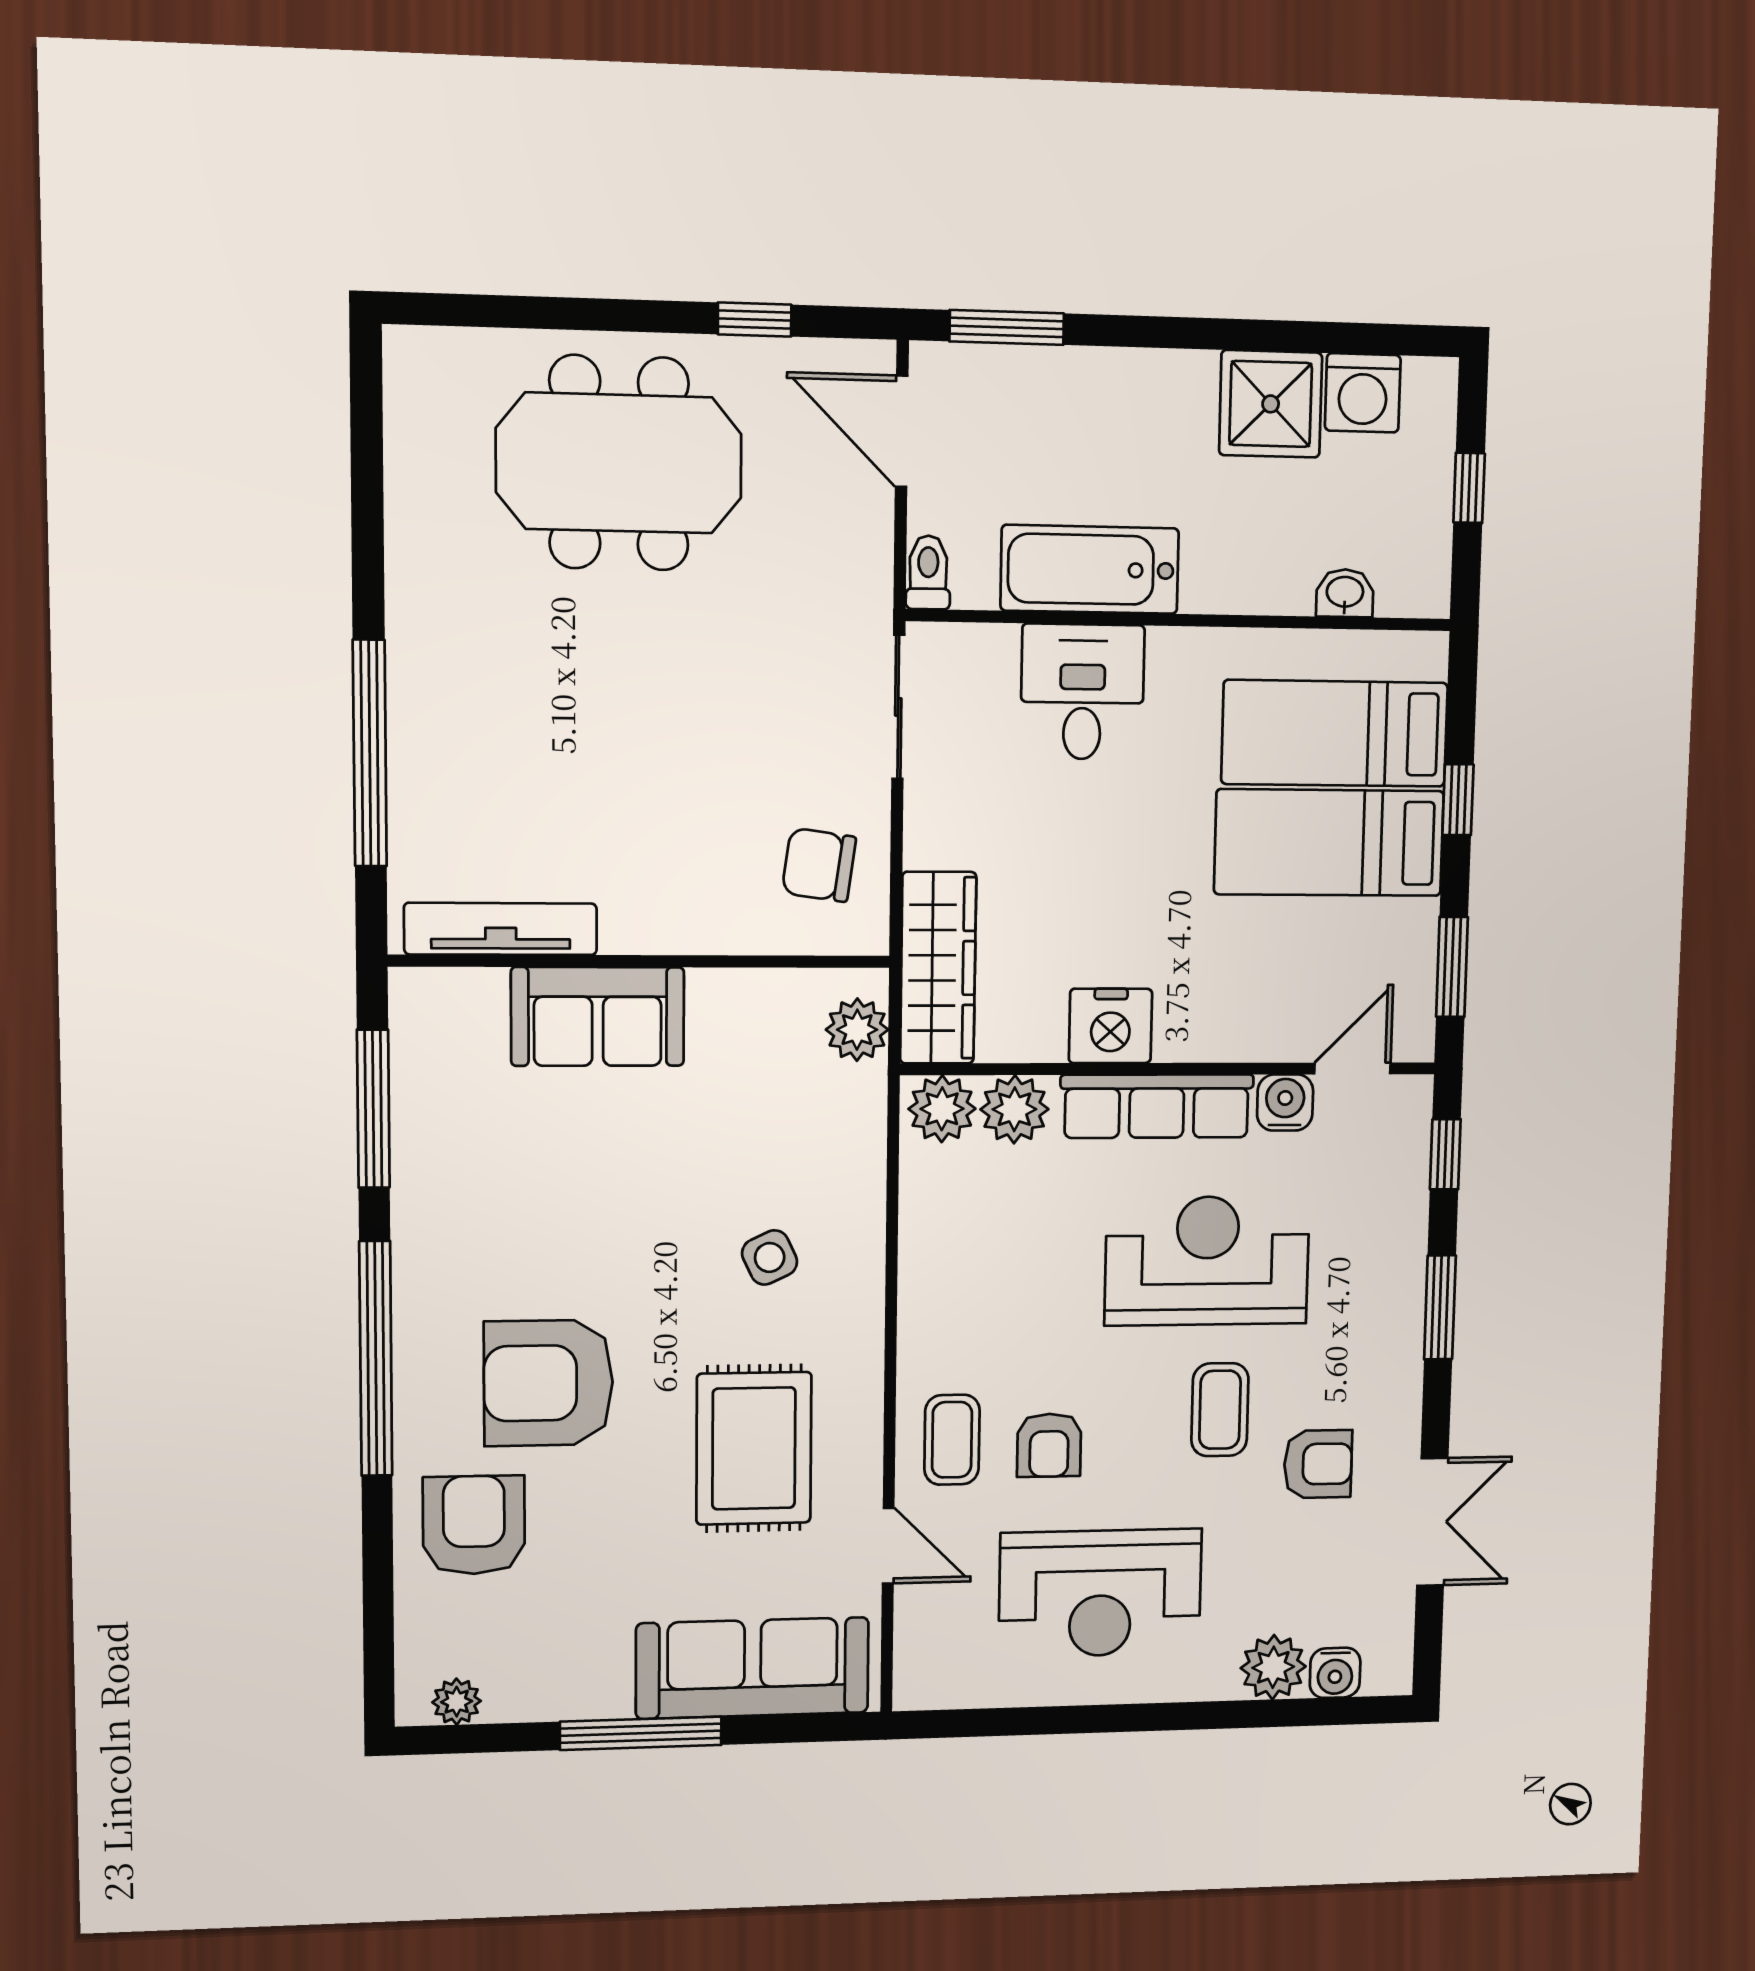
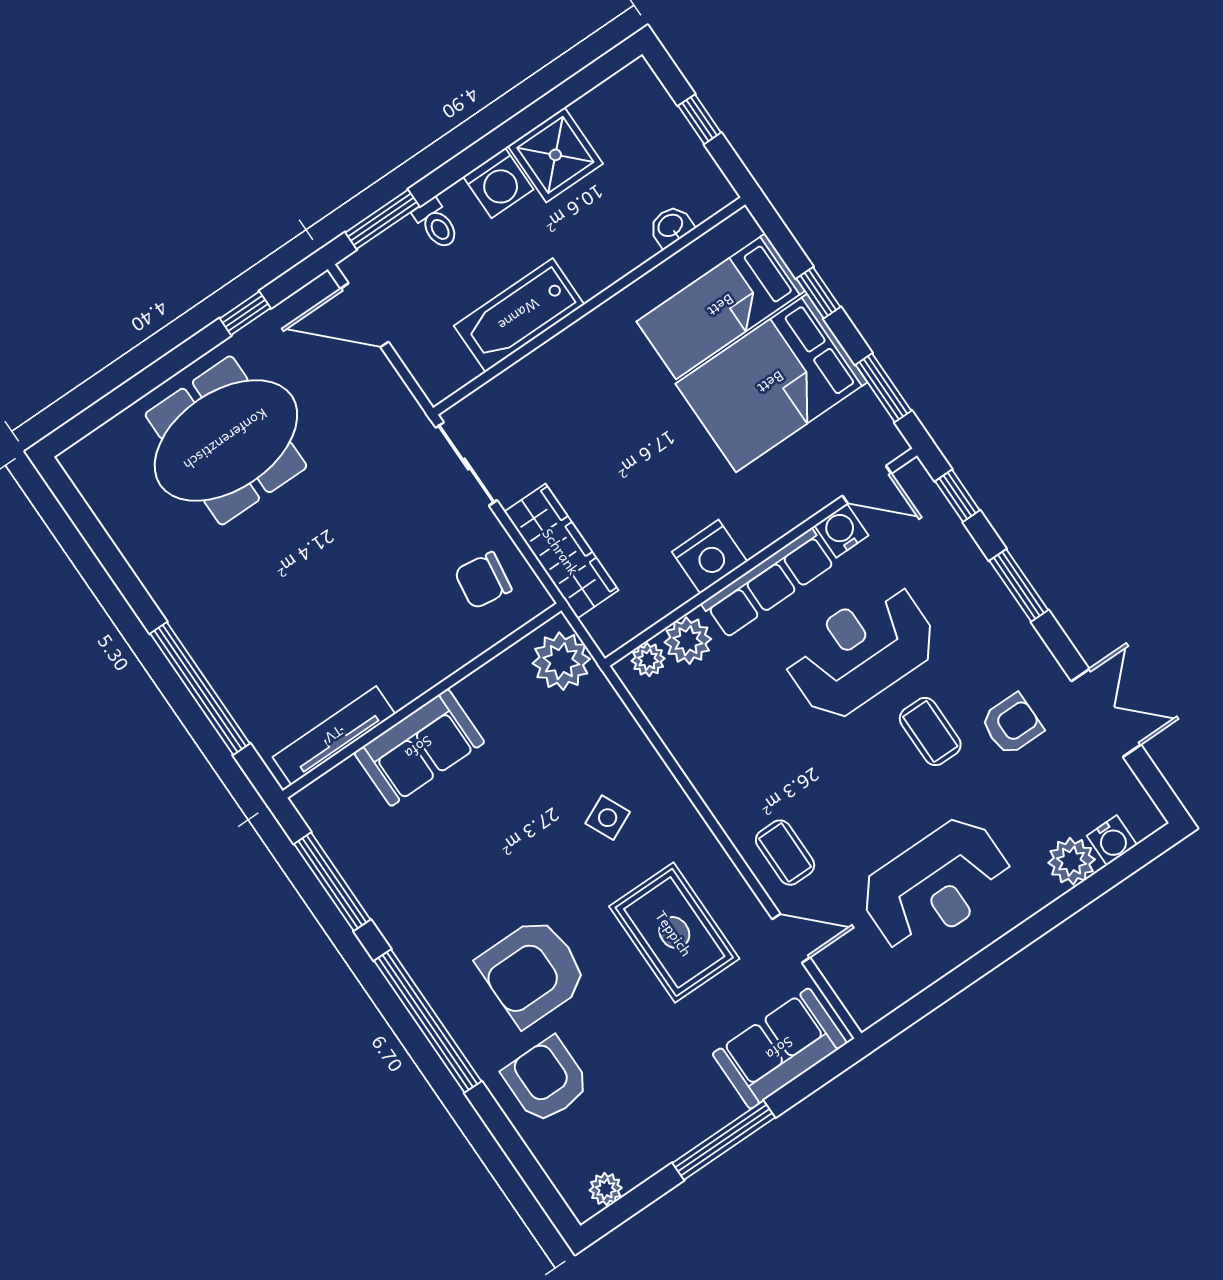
washing machine: (1363, 393) -> (498, 183), moved
toilet: (928, 572) -> (436, 224), moved, turned 180
desk: (1082, 692) -> (562, 384), removed
bed: (1329, 843) -> (771, 383), width x1.50
wardrobe: (938, 968) -> (561, 551), moved
plant: (857, 1030) -> (561, 661), width x1.36, depth x1.36
door: (1352, 1068) -> (867, 485), swing flipped
plant: (942, 1109) -> (648, 660), width x0.73, depth x0.73
armchair: (1049, 1445) -> (844, 818), removed
sofa: (753, 1668) -> (780, 1049), width x0.73

